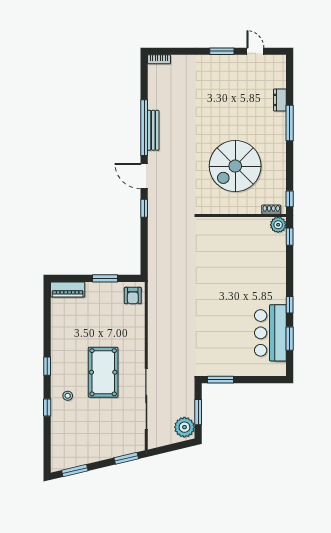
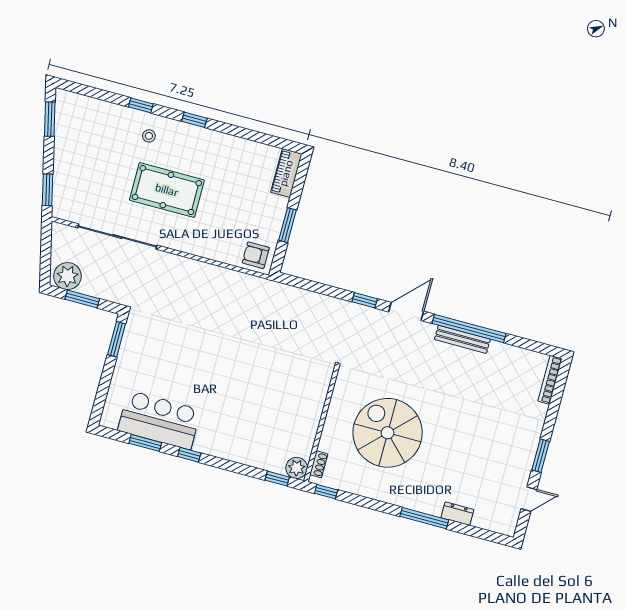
bookcase: (159, 59) -> (550, 380), width x1.56

